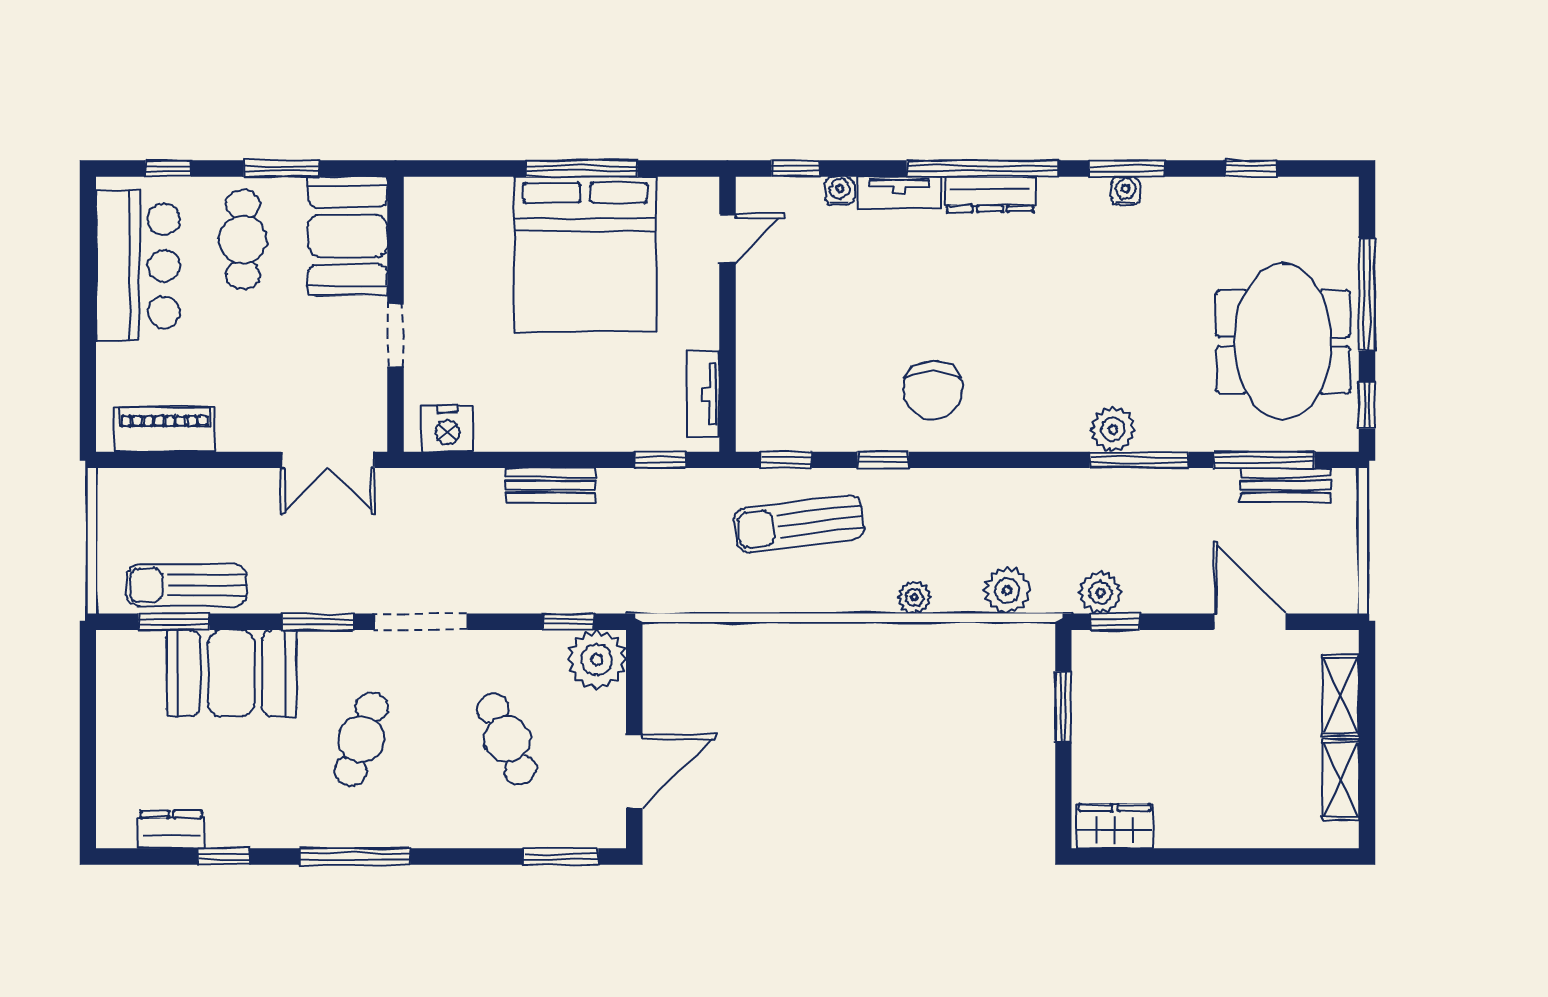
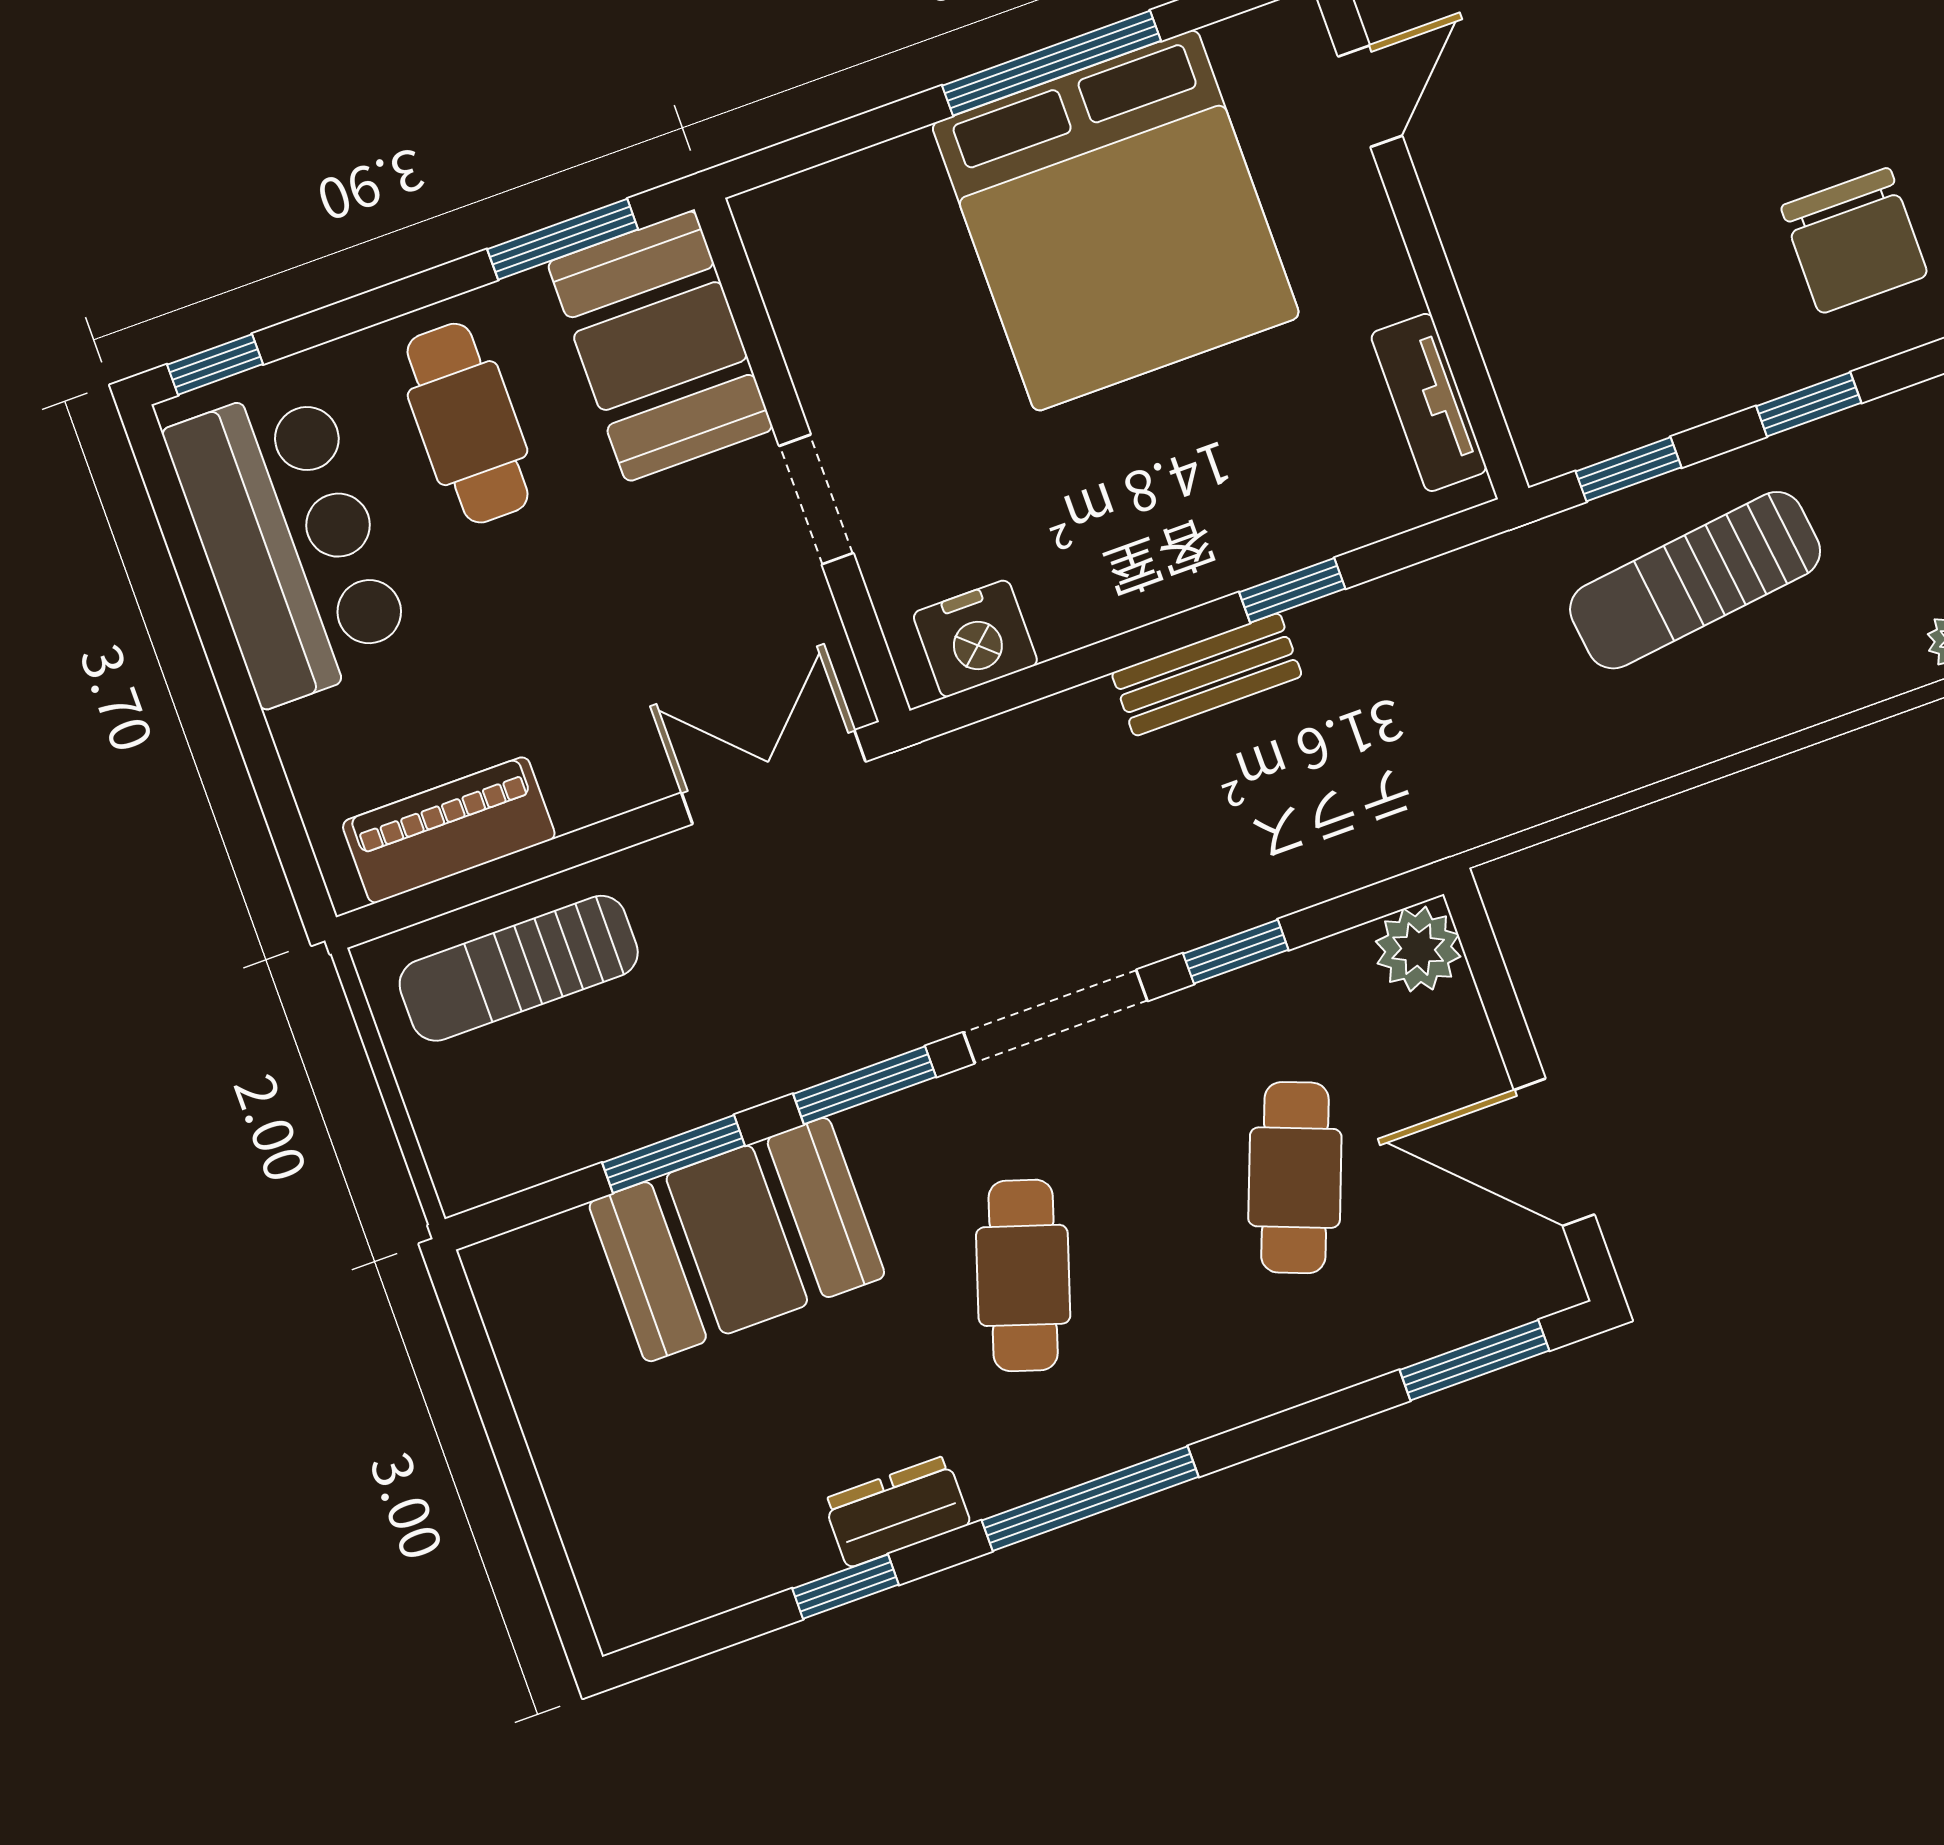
window: (168, 168) -> (215, 364), moved
window: (282, 168) -> (563, 239), moved
double door: (328, 460) -> (774, 777), swing flipped
window: (660, 460) -> (1292, 590), moved
sun lounger: (186, 585) -> (519, 968), moved
window: (174, 622) -> (674, 1154), moved
window: (568, 622) -> (1236, 952), moved
plant: (596, 660) -> (1418, 949), width x0.73, depth x0.73
cafe table: (507, 739) -> (1295, 1178), turned 45
door: (634, 771) -> (1554, 1152), swing flipped
dresser: (171, 830) -> (897, 1512), moved

